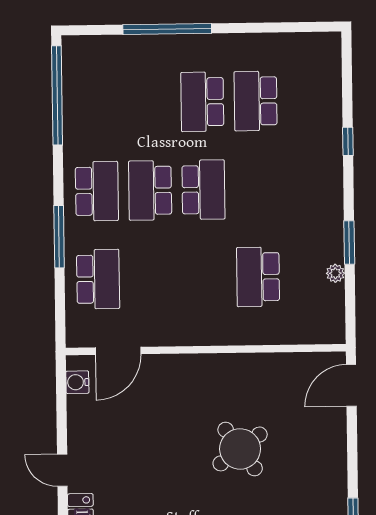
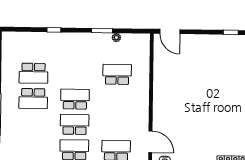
school desk: (150, 190) -> (75, 124), turned 180
school desk: (258, 277) -> (117, 74), turned 180
round table: (240, 449) -> (199, 85), removed

